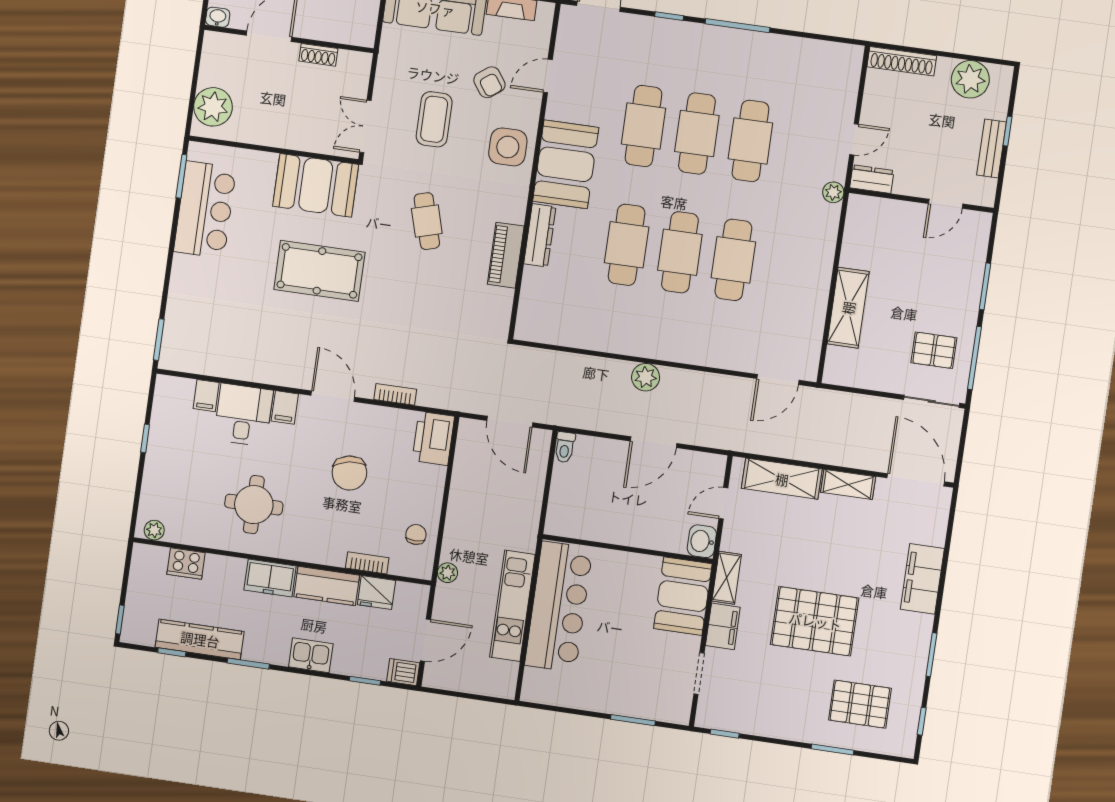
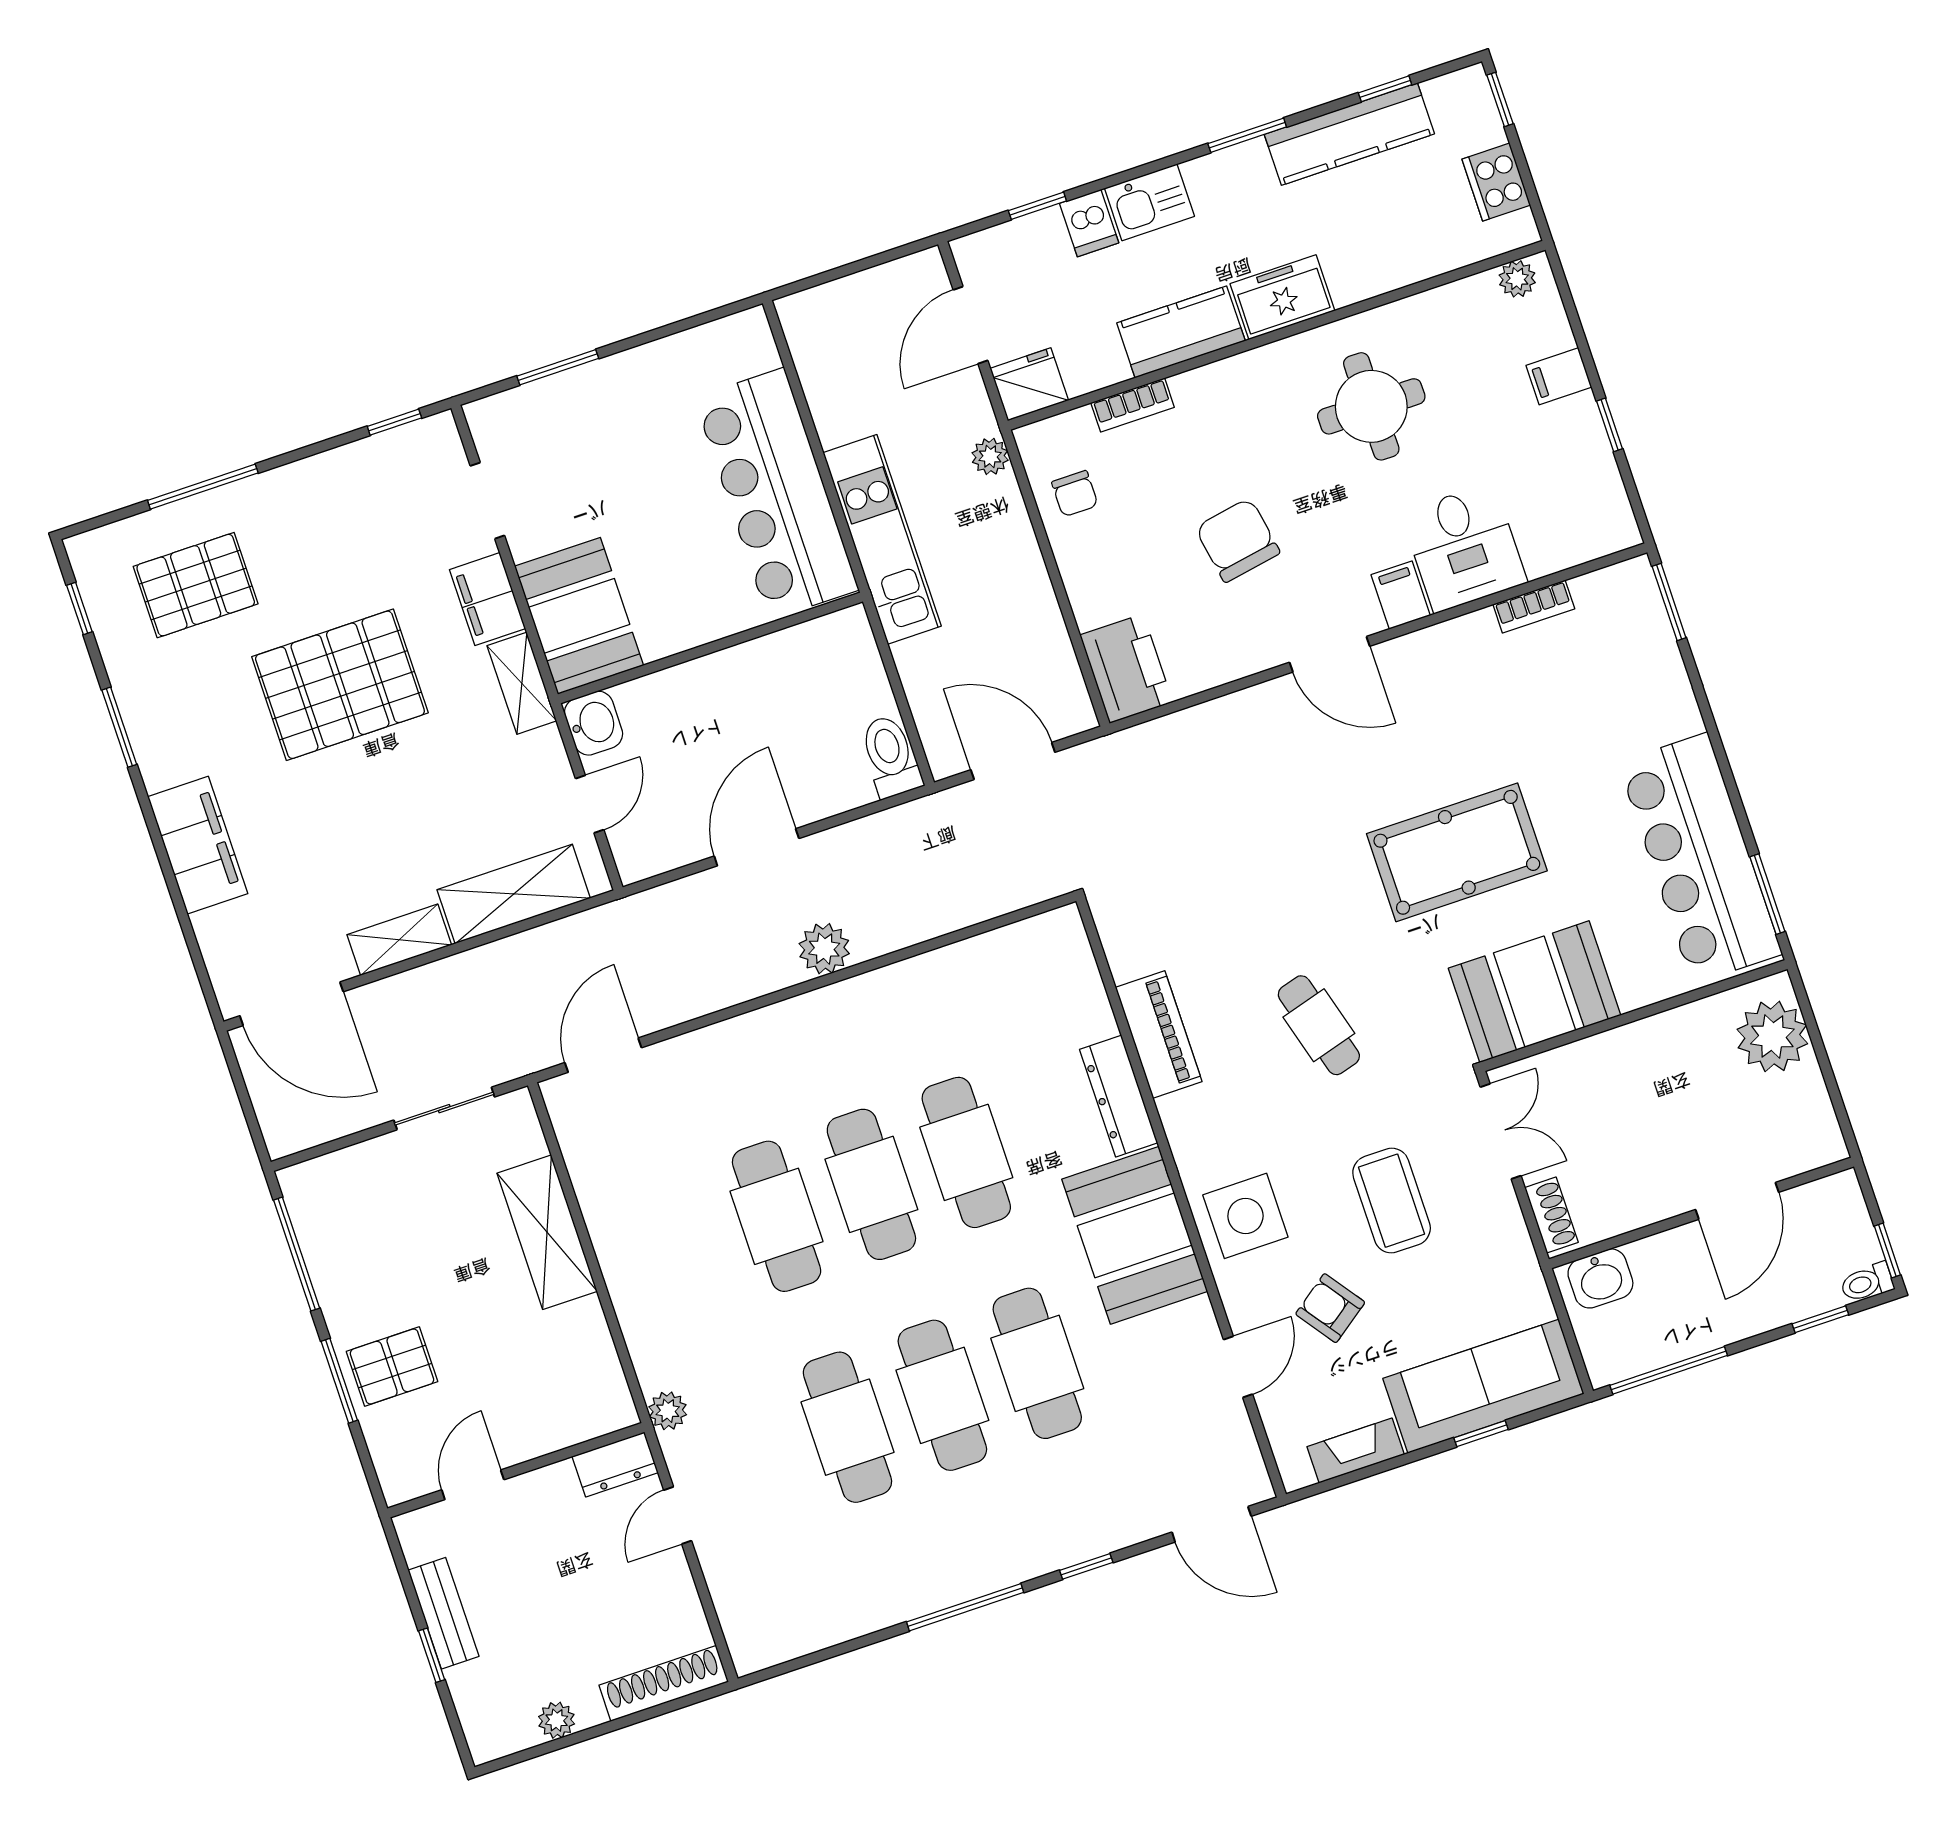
washbasin: (218, 17) -> (1600, 1278), moved, width x1.38, depth x1.45
shoe rack: (318, 55) -> (1551, 1215), moved, turned 90
plant: (970, 79) -> (557, 1720), width x0.53, depth x0.53
bar counter: (205, 210) -> (1700, 858), width x1.36
pallet: (934, 350) -> (392, 1367), moved
bookcase: (395, 394) -> (1534, 607), moved
filing cabinet: (206, 396) -> (1559, 376), moved, turned -90
sliding door: (932, 401) -> (444, 1109), moved
toilet: (565, 447) -> (890, 756), width x1.37, depth x1.39
cooker: (186, 563) -> (1496, 182), moved, turned -90
fridge: (376, 593) -> (1029, 384), moved
kitchen unit: (512, 606) -> (882, 539), moved
dishwasher: (403, 672) -> (1089, 223), moved, turned 90
window: (833, 749) -> (203, 487), width x1.44

